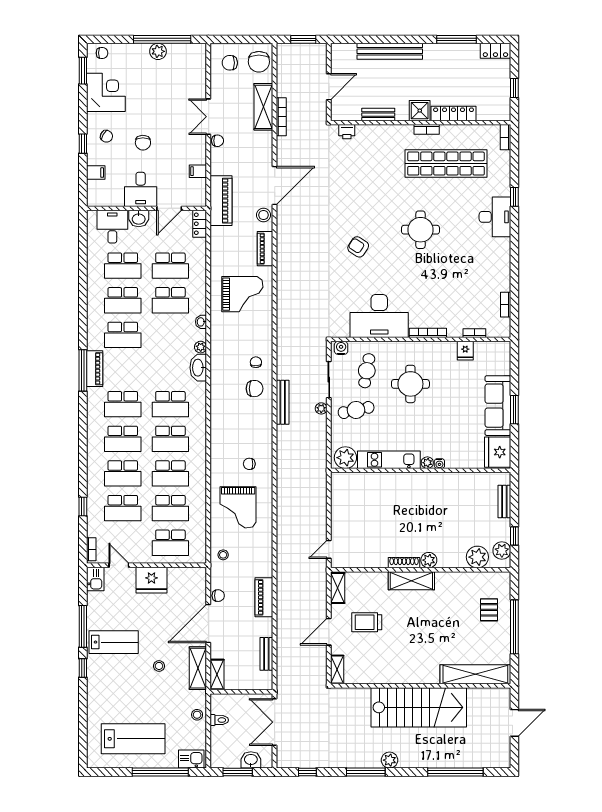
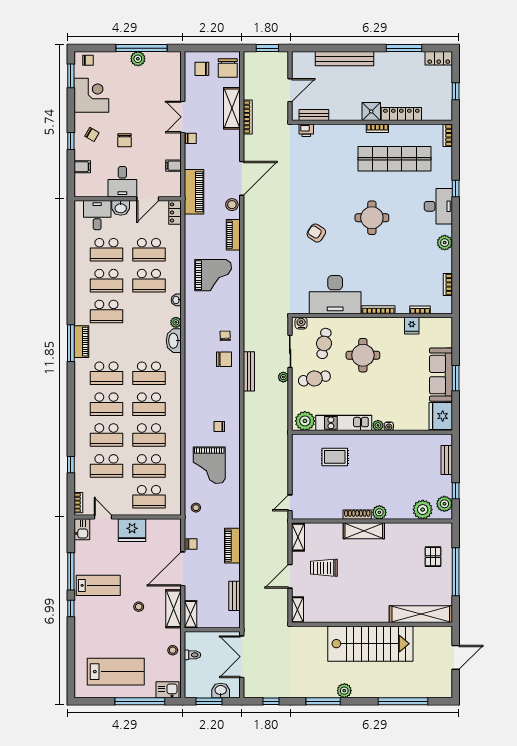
bench: (378, 115) -> (314, 115), moved
plant: (502, 258) -> (445, 243), added
rug: (379, 498) -> (335, 457), added

